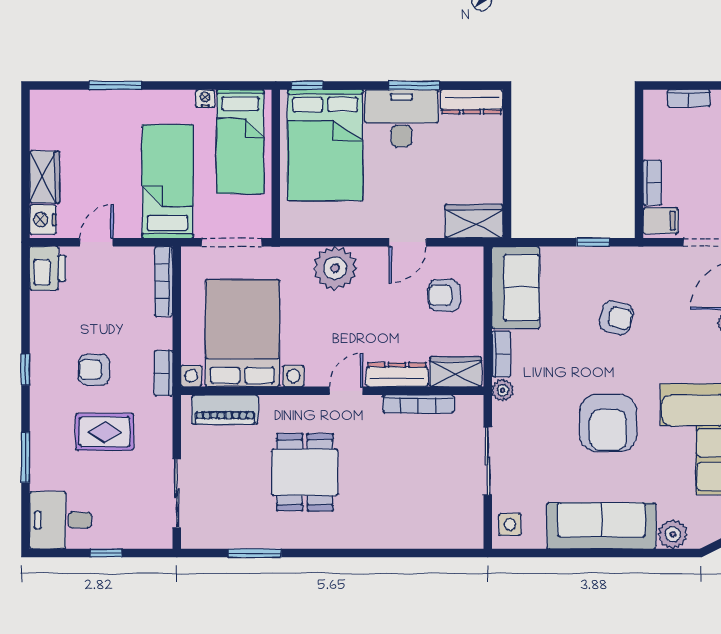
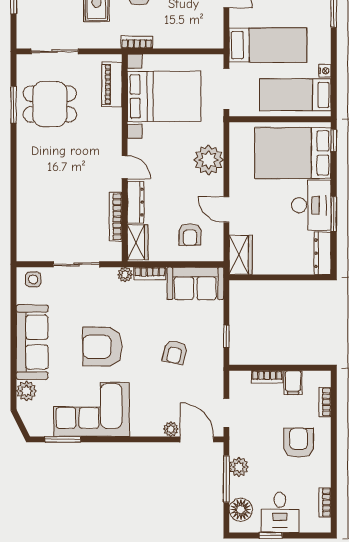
filing cabinet: (660, 221) -> (293, 383), moved
bookcase: (164, 281) -> (200, 42), removed
armchair: (444, 295) -> (190, 235), turned 180
dining table: (305, 472) -> (50, 104), moved

